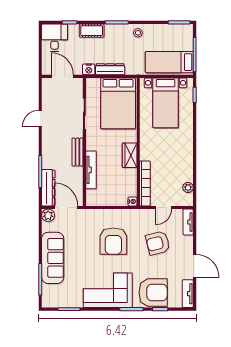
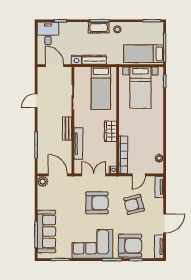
cot: (92, 31) -> (99, 28), moved
bed: (118, 103) -> (101, 88), width x0.67
dresser: (48, 188) -> (43, 158), removed
double door: (109, 208) -> (94, 175), added
armchair: (113, 241) -> (97, 203), turned -90
sofa: (53, 258) -> (46, 231), moved
door: (195, 266) -> (165, 223), hinge flipped

